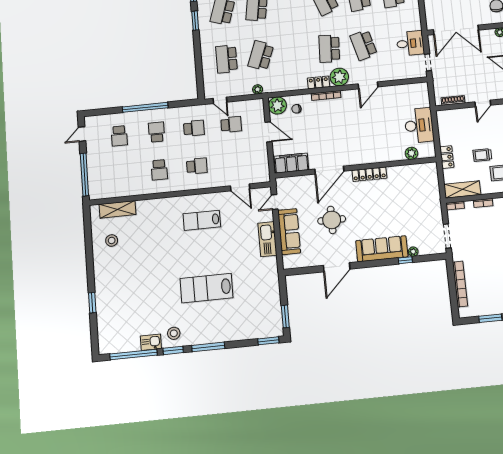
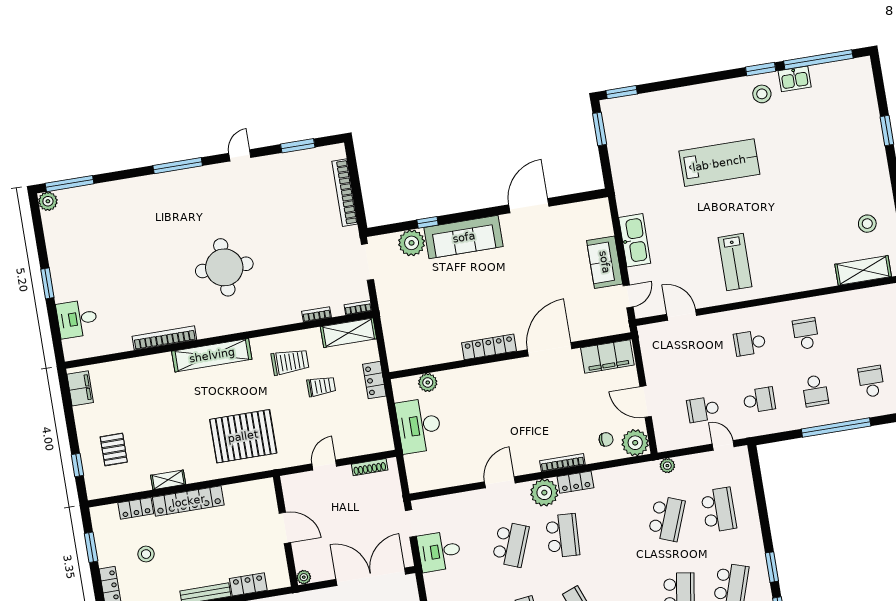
school desk: (364, 45) -> (511, 544), turned 36
school desk: (194, 128) -> (759, 400), turned 180
lab bench: (202, 220) -> (735, 262), turned 90
round table: (332, 220) -> (541, 275), removed
sofa: (289, 232) -> (605, 262), width x0.73
plant: (413, 252) -> (412, 243), width x1.88, depth x1.88
window: (208, 347) -> (709, 78), removed

